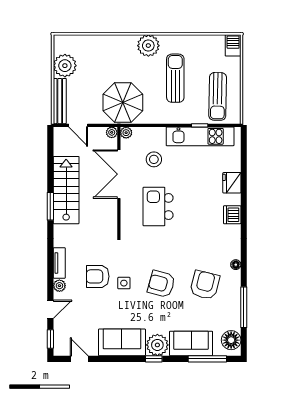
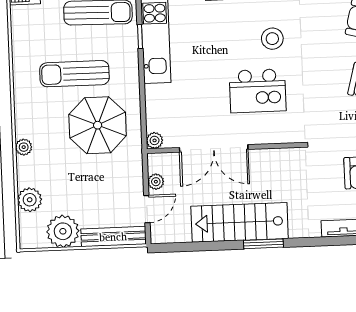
plant: (88, 43) -> (30, 200), added
plant: (148, 46) -> (24, 147), moved, width x0.53, depth x0.53
parasol: (123, 103) -> (98, 125), moved
plant: (112, 132) -> (156, 182), moved
stool: (154, 159) -> (272, 39), moved

